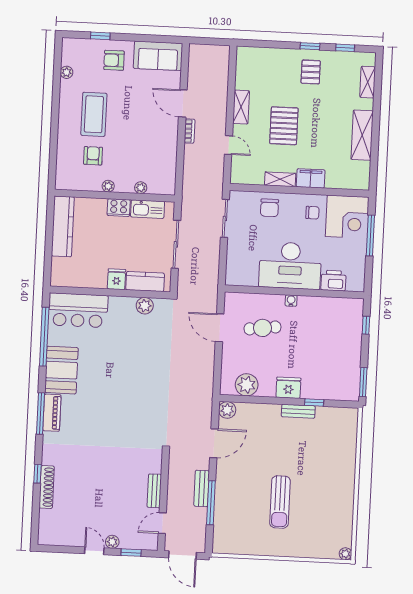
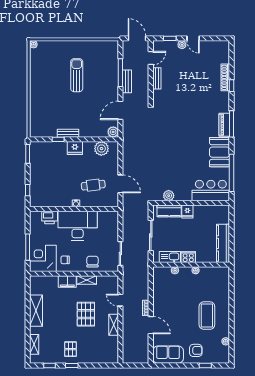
armchair: (93, 156) -> (206, 289), removed

